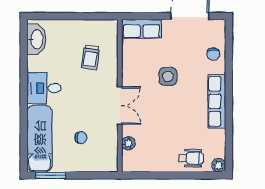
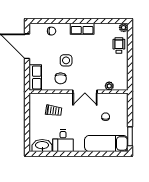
chair: (140, 68) -> (61, 78), added
desk: (44, 88) -> (63, 141), moved
row of seats: (217, 101) -> (82, 29), width x0.68
double door: (120, 105) -> (85, 92), swing flipped

